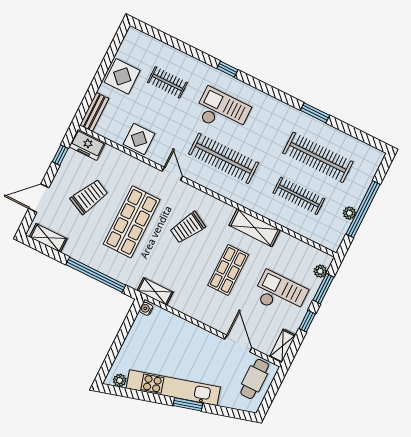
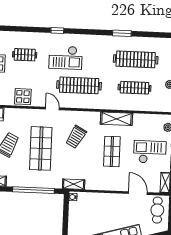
checkout: (222, 112) -> (66, 58), turned 180

